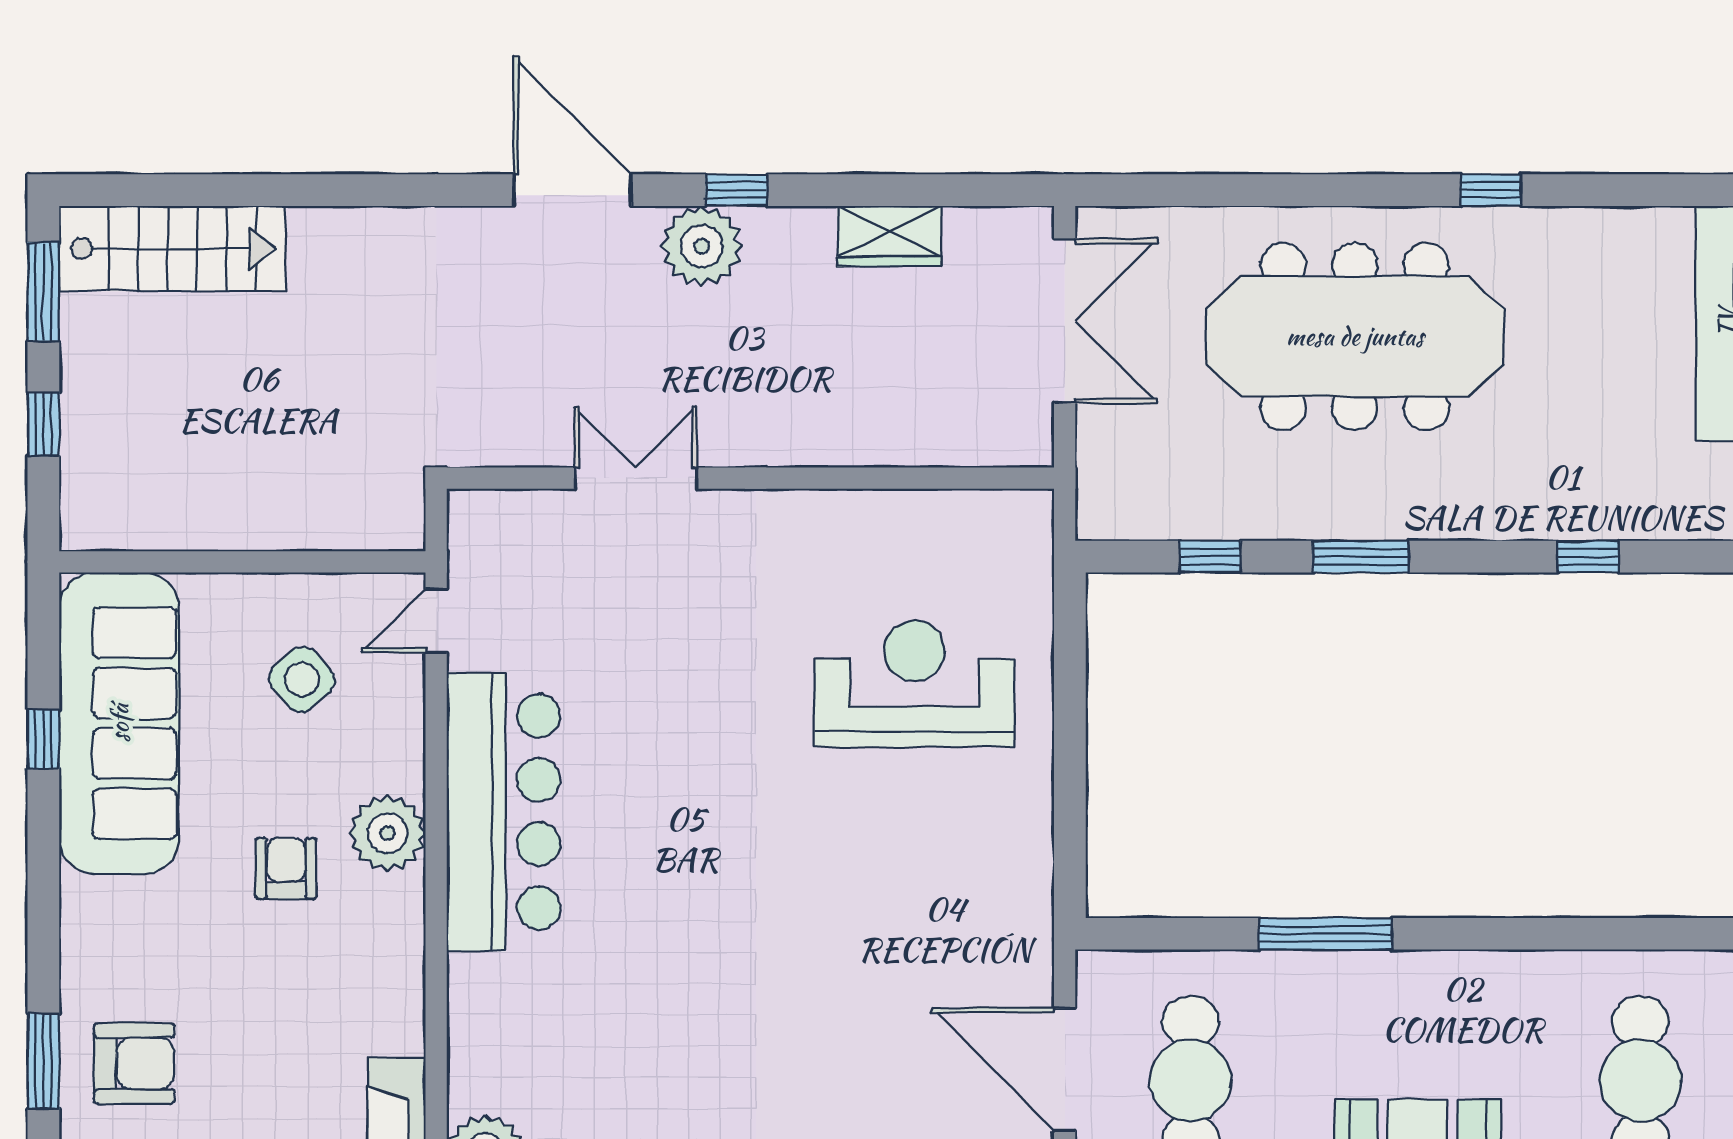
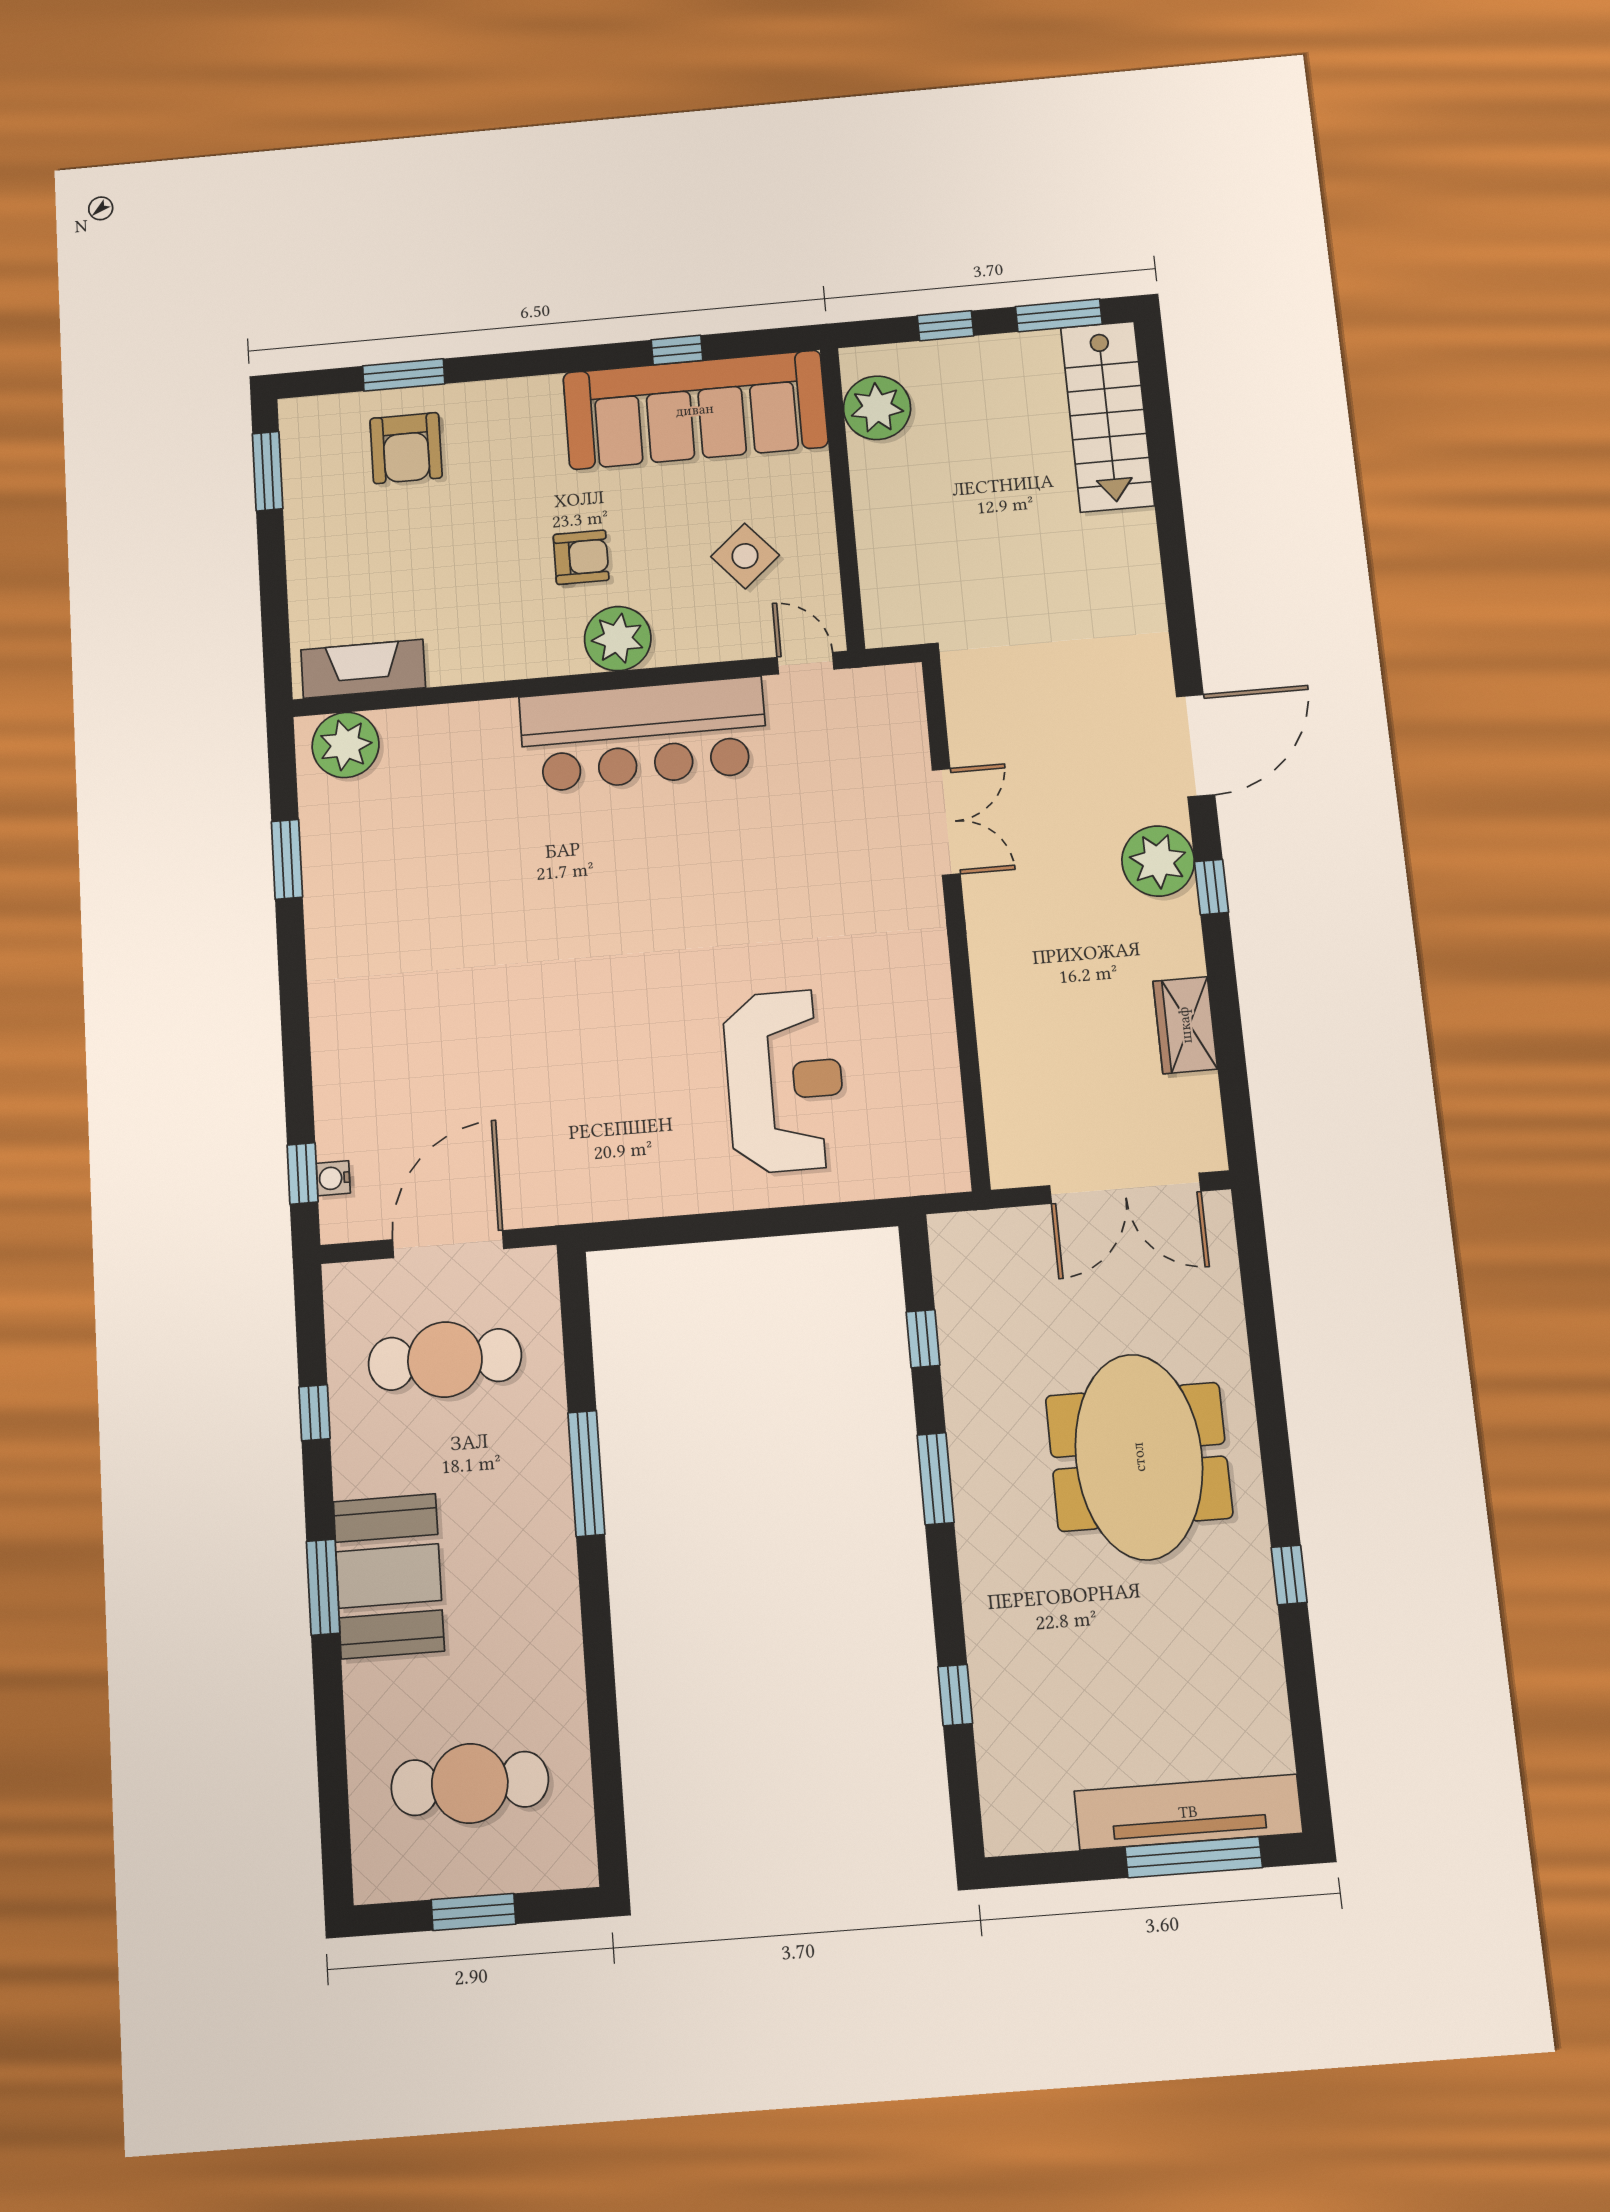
meeting table: (1355, 336) -> (1139, 1457), width x0.73
plant: (137, 513) -> (877, 408), added

